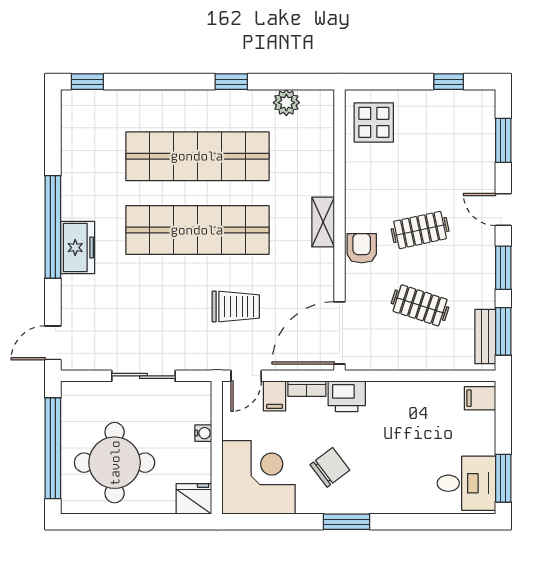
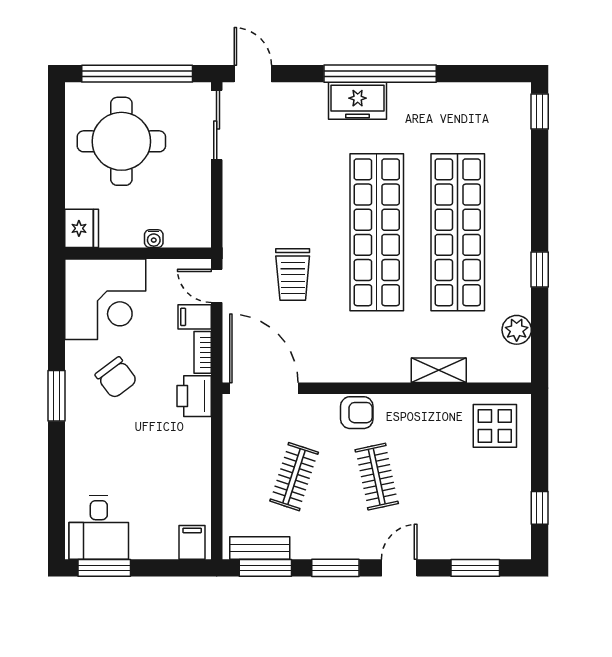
shelving: (323, 222) -> (439, 370), moved
sliding door: (143, 376) -> (217, 125), moved

